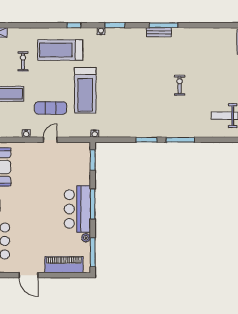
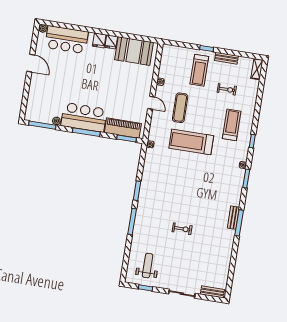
treadmill: (60, 50) -> (232, 125), width x0.73, depth x0.73
piano: (64, 265) -> (123, 128), moved, turned -90
door: (28, 275) -> (31, 63), swing flipped

